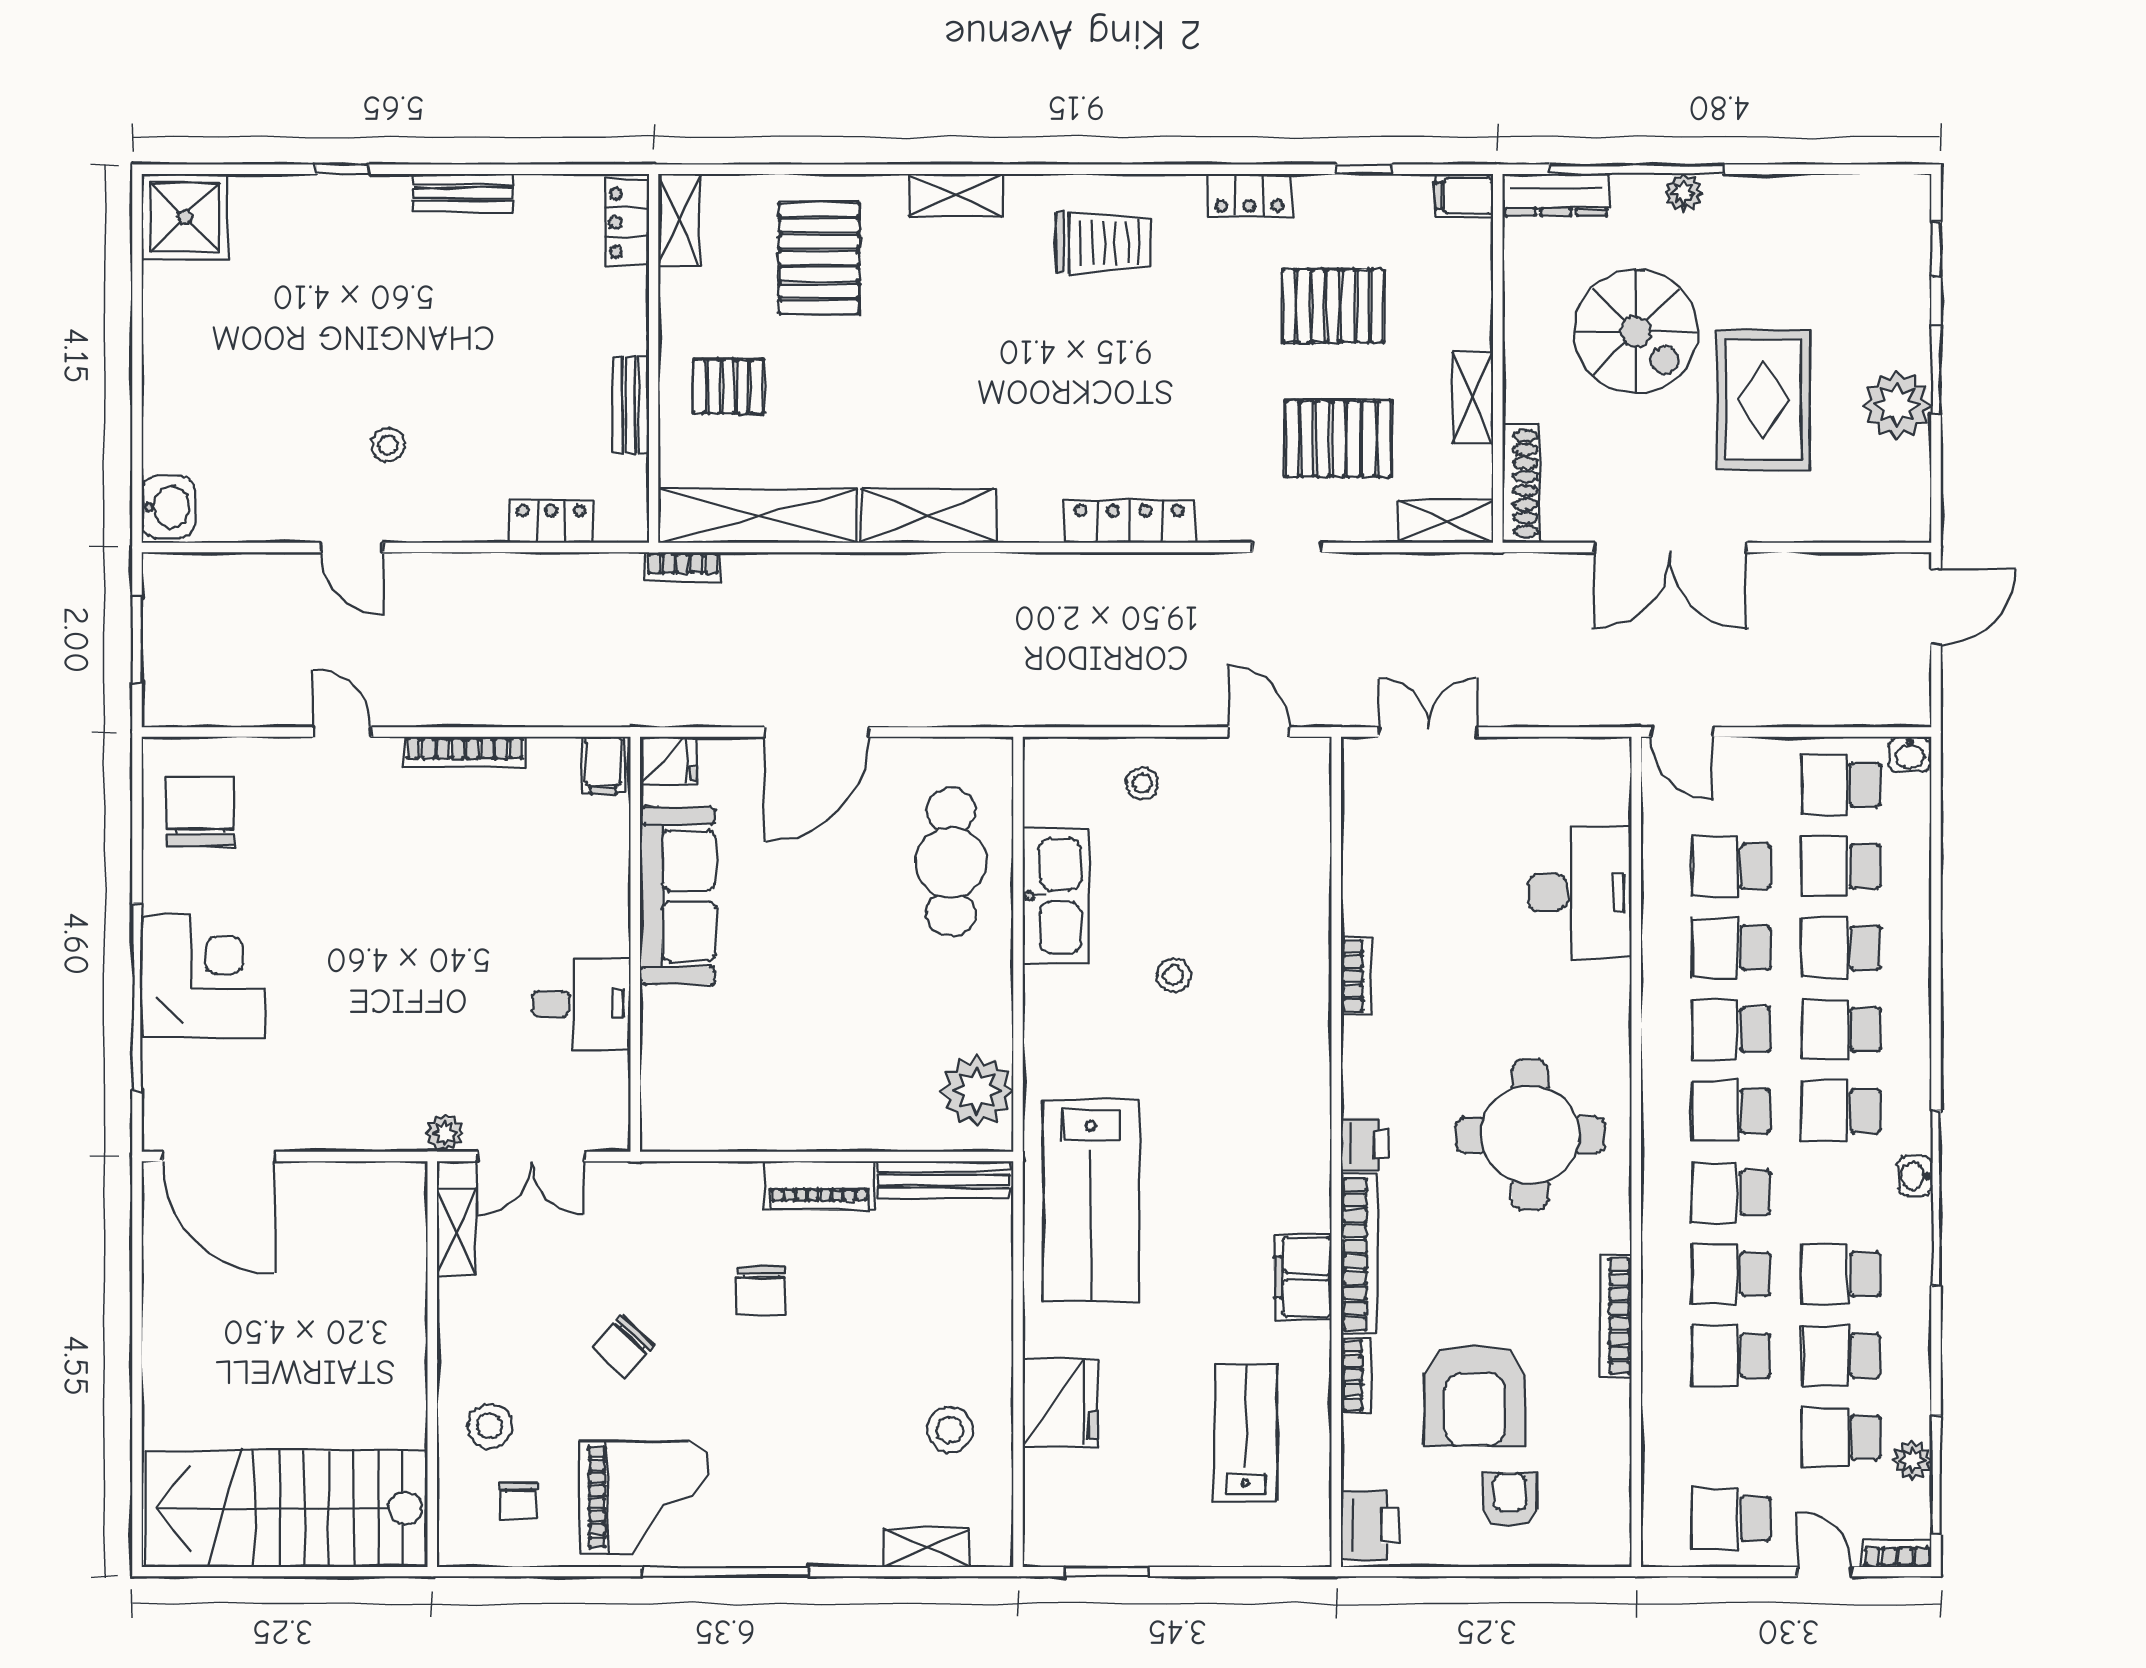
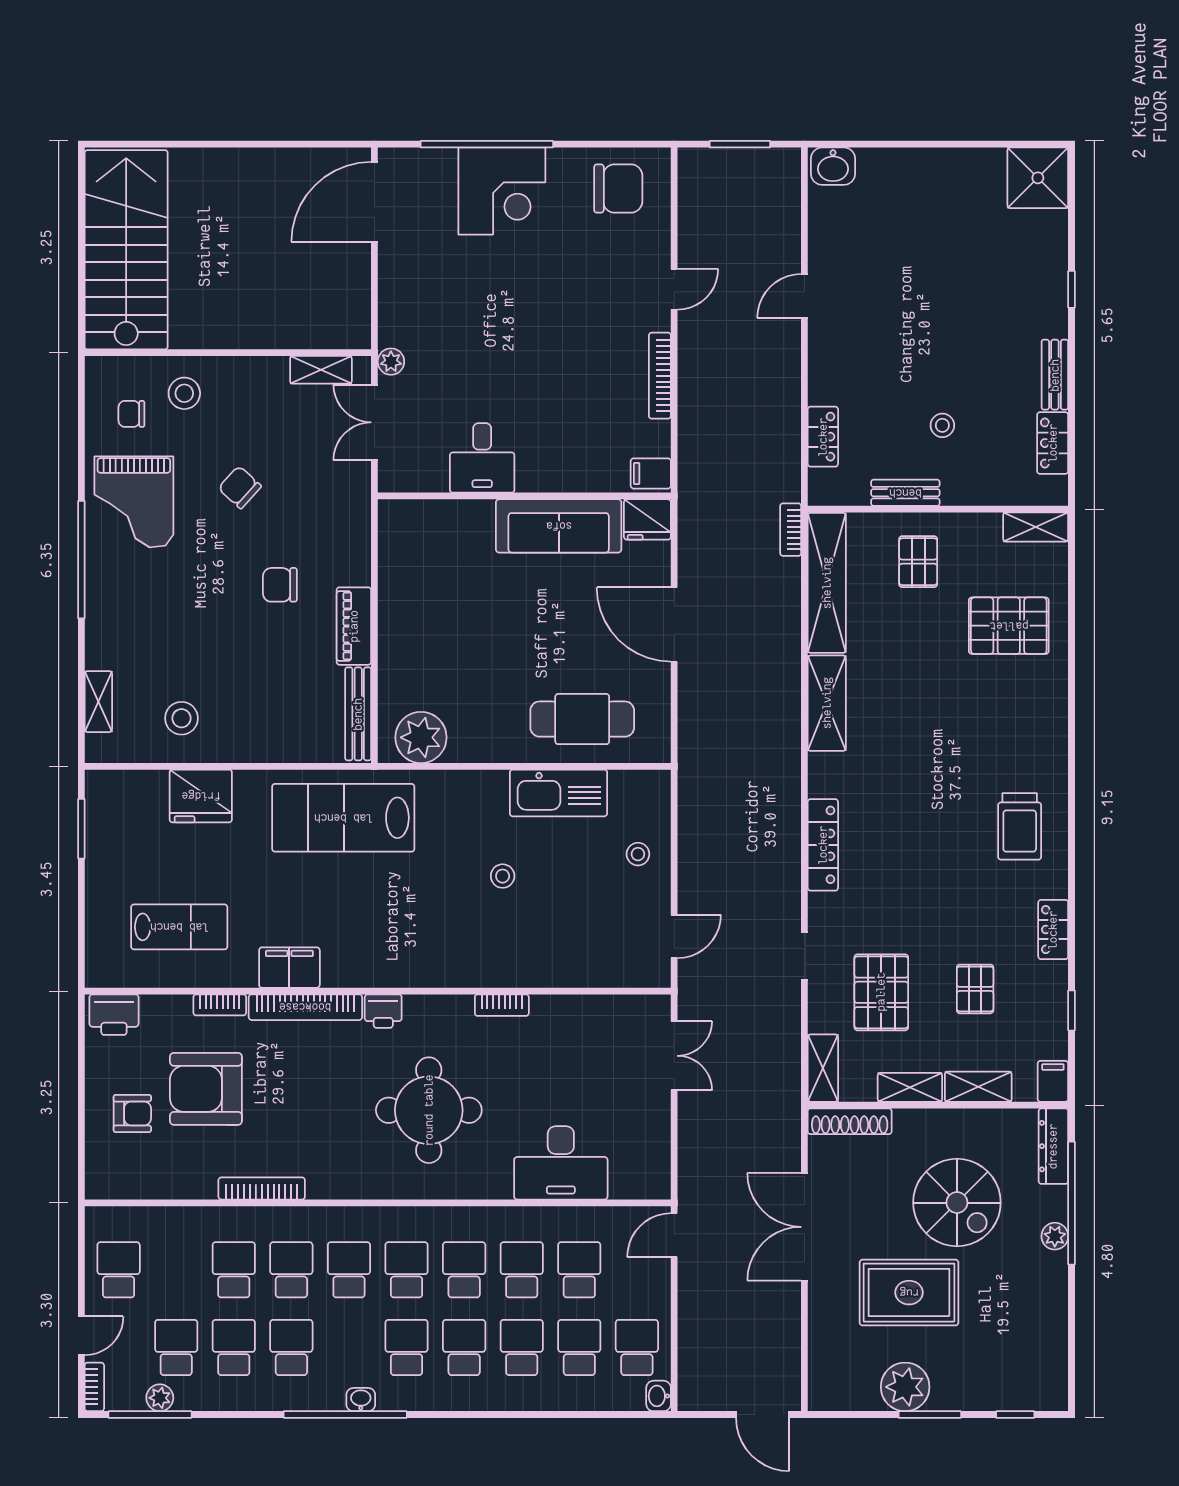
shelving: (956, 195) -> (978, 1087), moved, turned 90
locker: (627, 222) -> (1053, 443), moved, turned -90
pallet: (1333, 306) -> (975, 989), width x0.67, depth x0.71
spiral stairs: (1636, 332) -> (957, 1203), turned -90
stool: (388, 445) -> (942, 425), moved
fridge: (668, 761) -> (647, 519), width x1.38
round table: (1530, 1135) -> (429, 1110), moved

